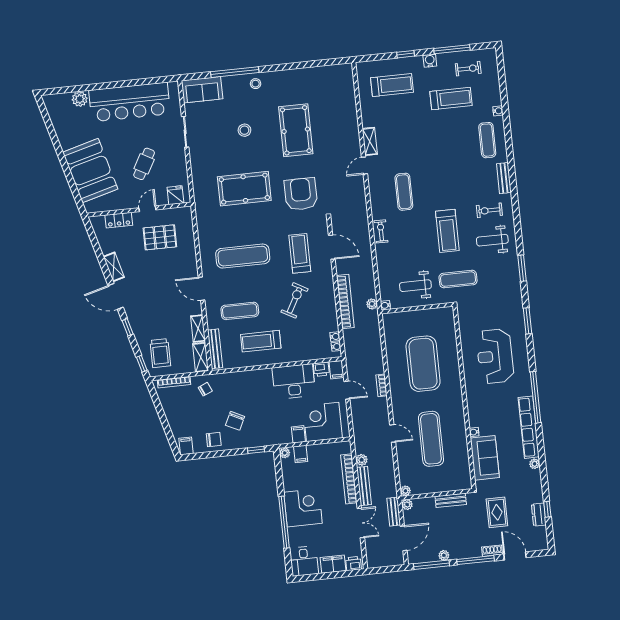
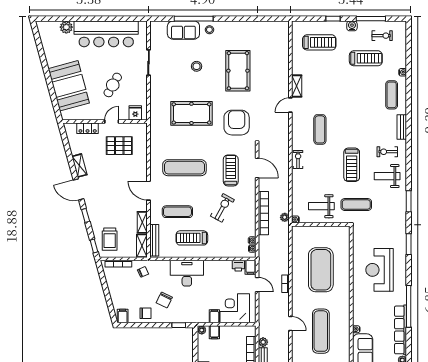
sofa: (202, 90) -> (183, 30), moved
desk: (294, 381) -> (187, 273), moved

